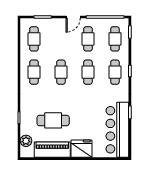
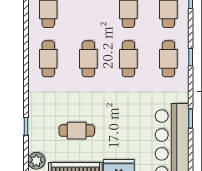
cafe table: (53, 120) -> (77, 131), width x0.73, depth x0.74

